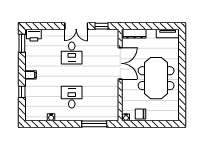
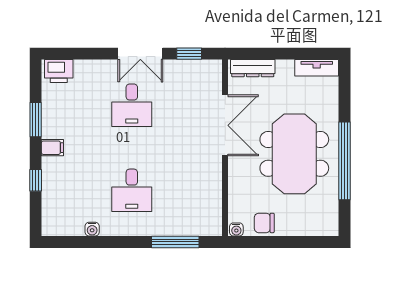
window: (22, 43) -> (36, 120), moved
window: (182, 82) -> (344, 161), added
desk: (72, 97) -> (132, 190), turned 180

